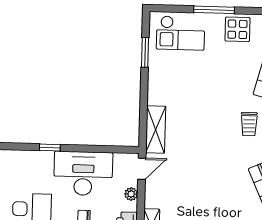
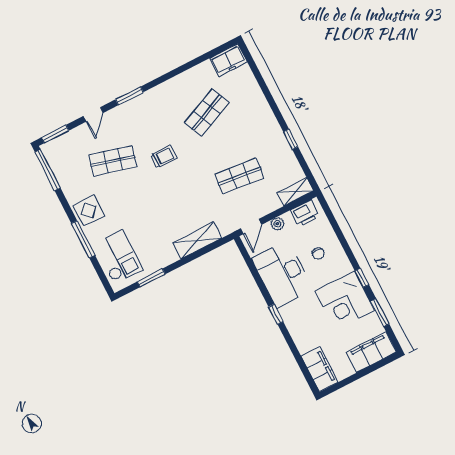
shelving: (156, 129) -> (197, 240), moved
door: (142, 169) -> (251, 227), swing flipped
shop shelf: (194, 183) -> (240, 176), added

